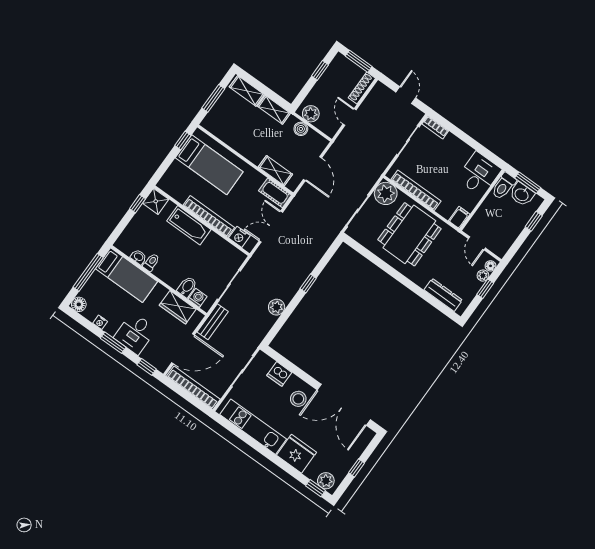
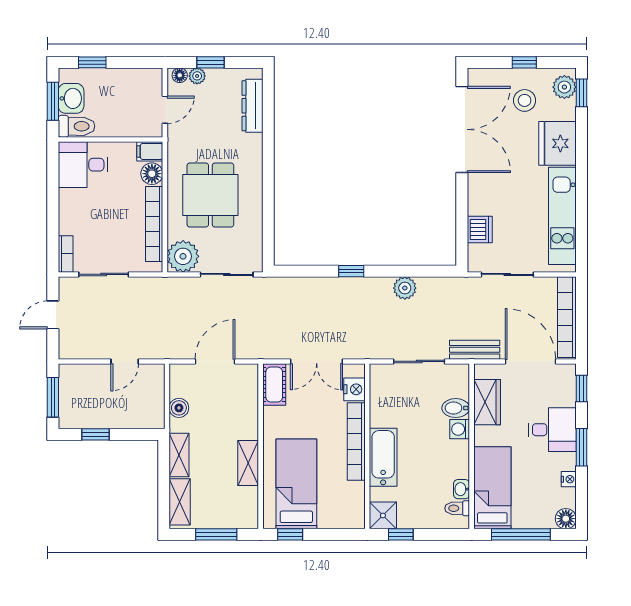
shoe rack: (362, 88) -> (81, 371), removed
plant: (311, 114) -> (153, 409), removed
shelving: (275, 171) -> (248, 463), moved
floor lamp: (446, 210) -> (152, 174), added
dining table: (409, 234) -> (210, 195), width x0.73
toilet: (151, 262) -> (457, 508), moved
washing machine: (198, 298) -> (460, 429), moved
stool: (298, 399) -> (525, 100), moved

